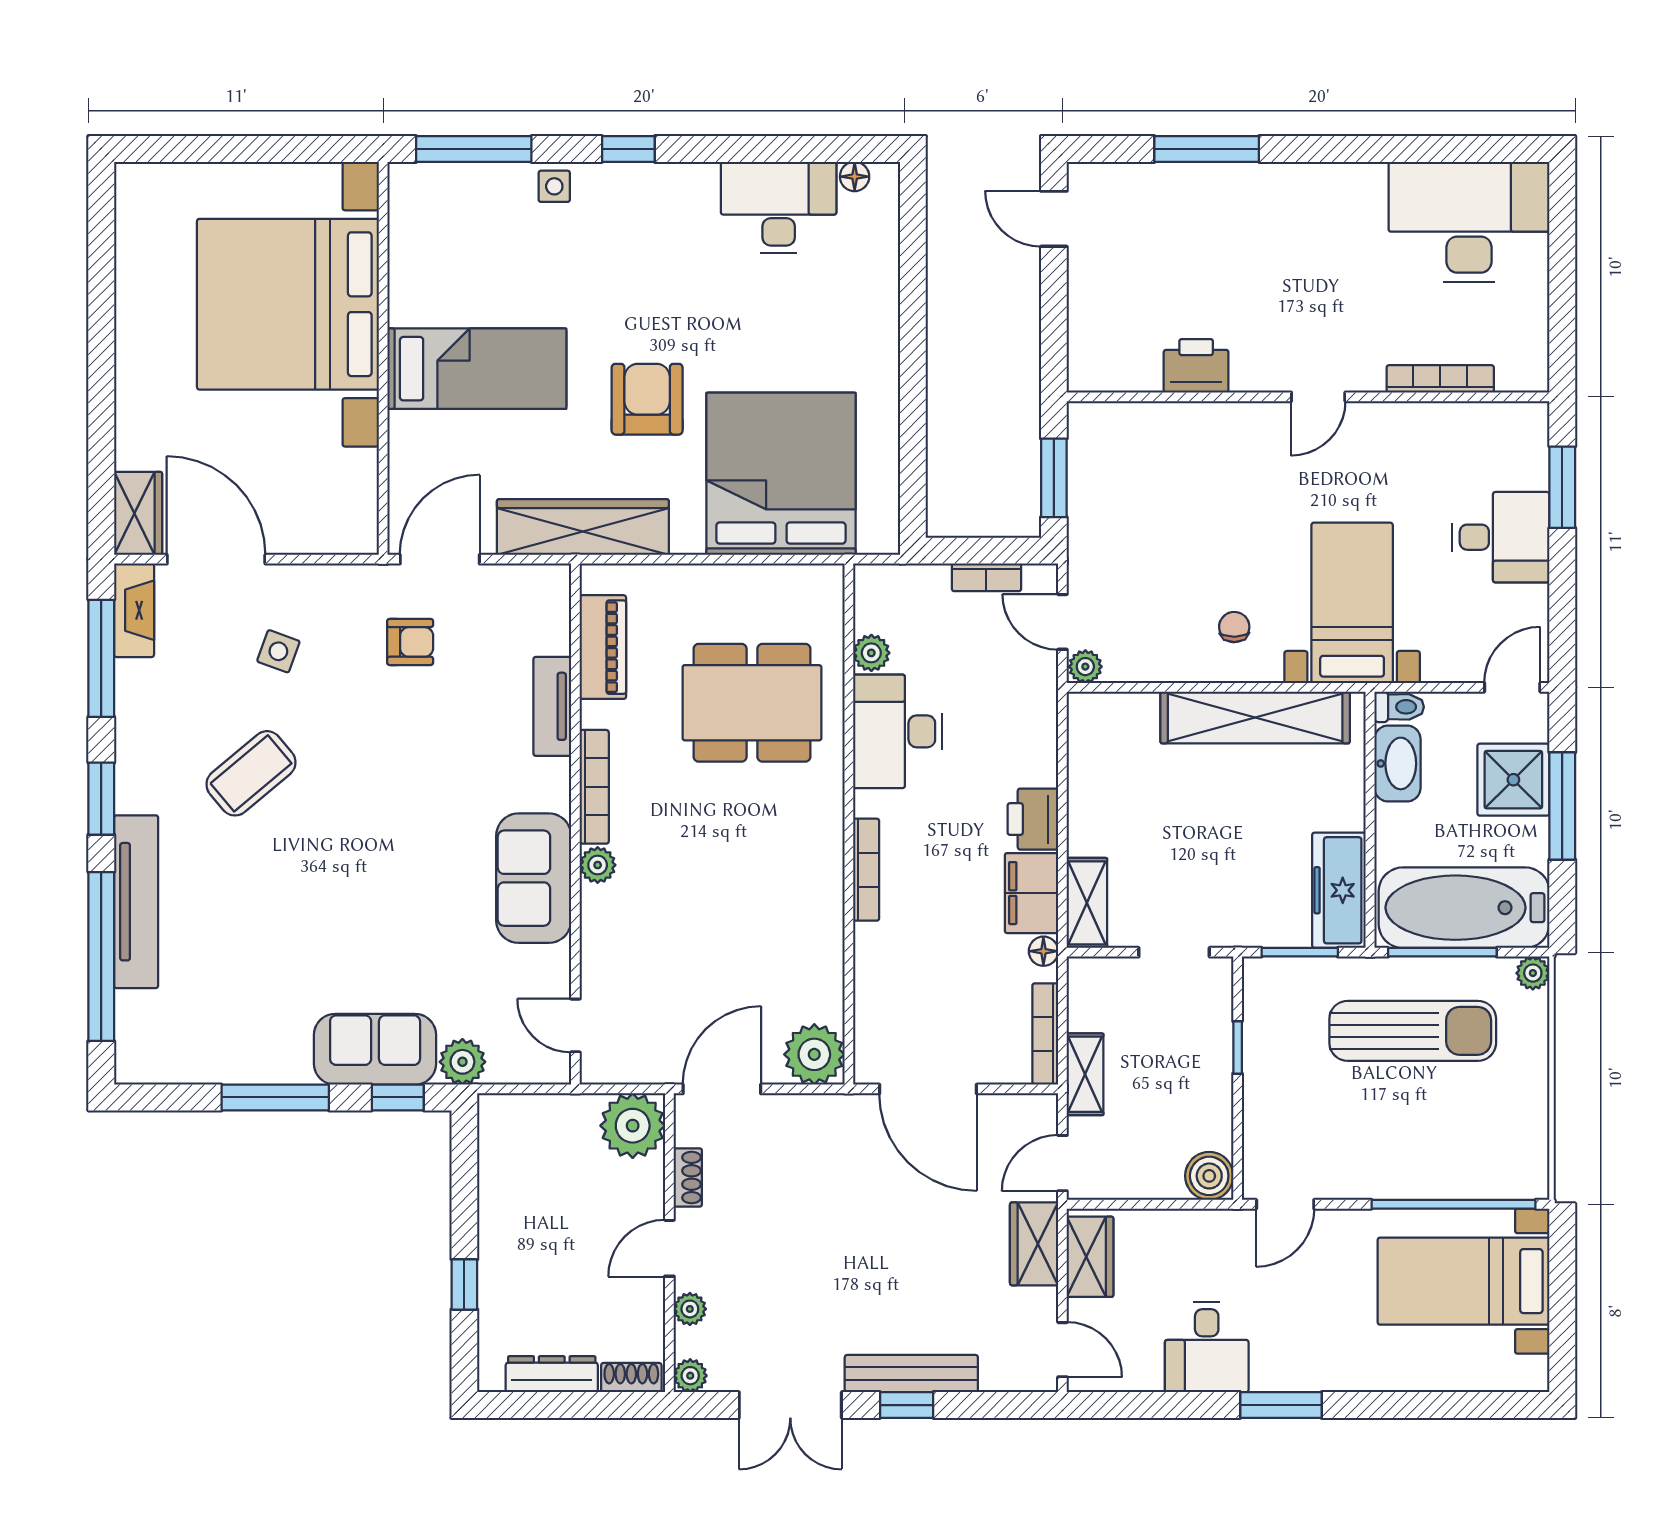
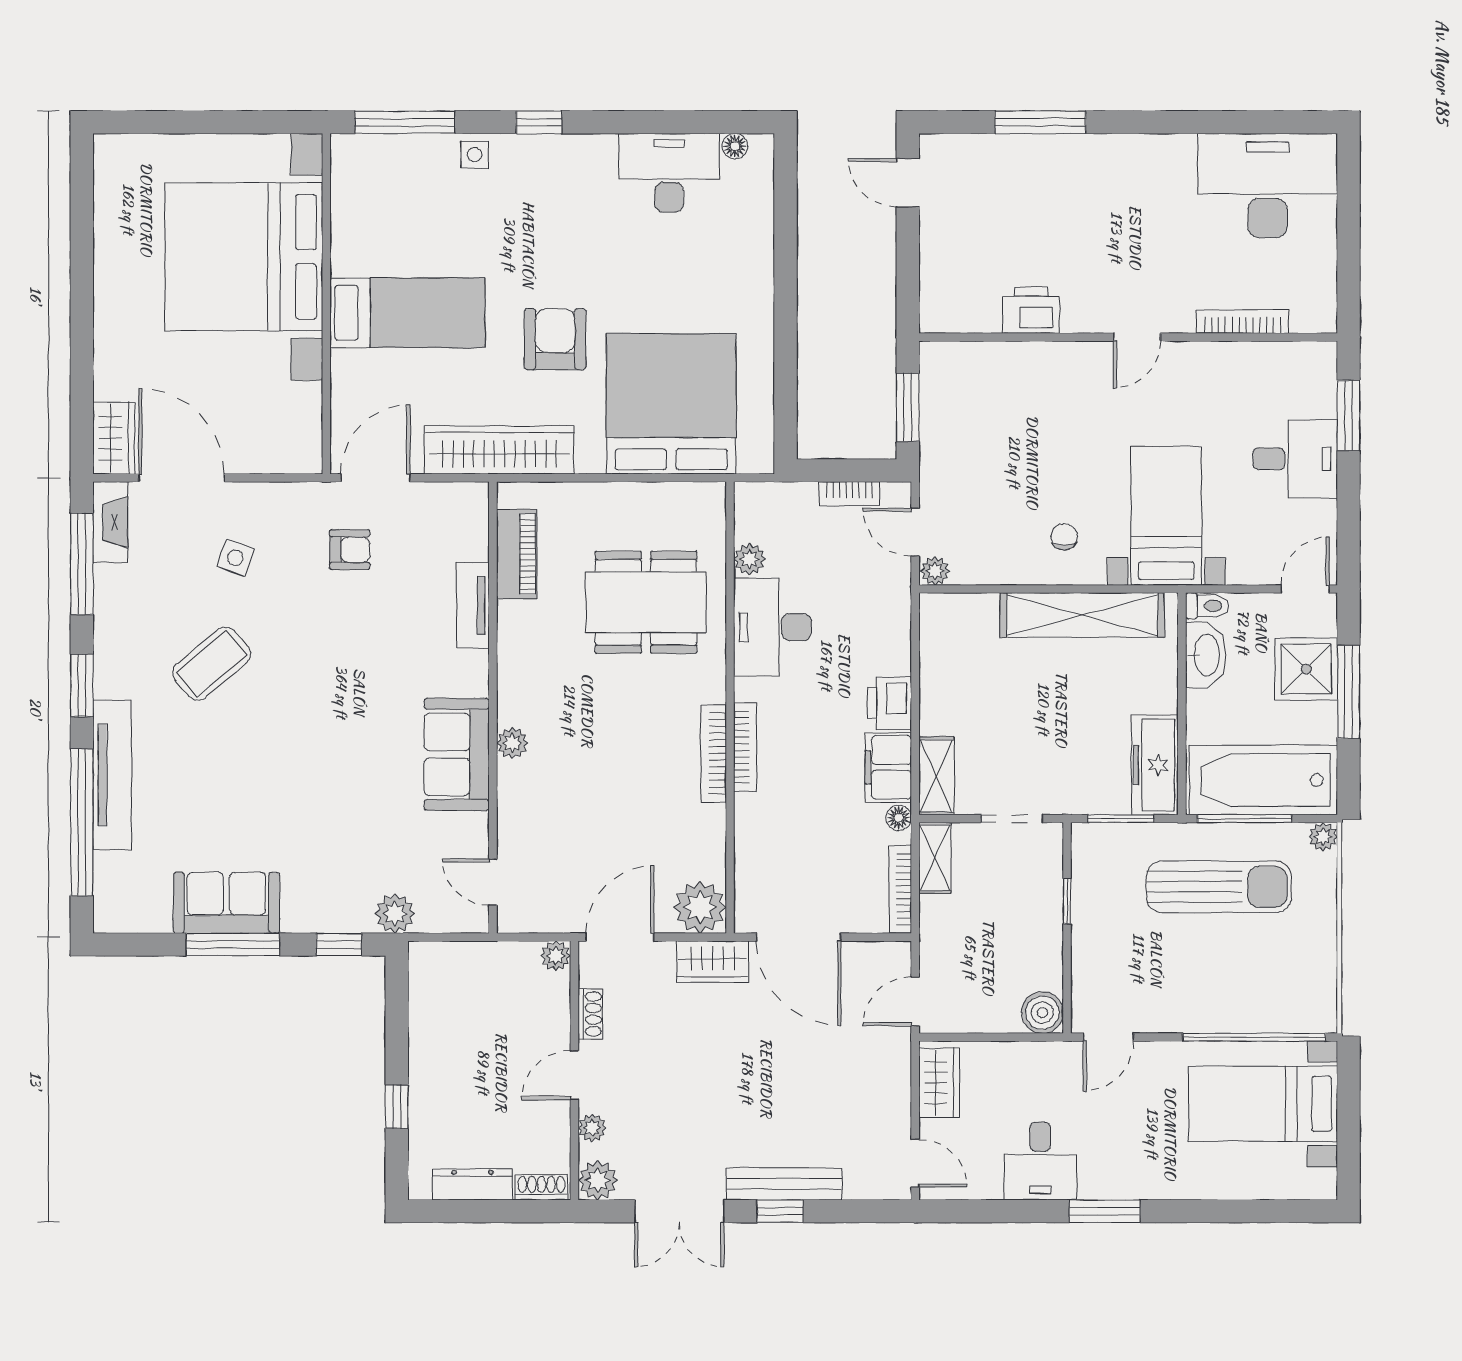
bookcase: (594, 787) -> (714, 753), moved, turned 180
sofa: (375, 1049) -> (226, 903), moved
shelving: (1085, 1074) -> (935, 858), moved
plant: (633, 1126) -> (556, 956), width x0.53, depth x0.53
wardrobe: (1034, 1244) -> (713, 962), moved, turned -90
plant: (690, 1376) -> (598, 1180), width x1.38, depth x1.38

